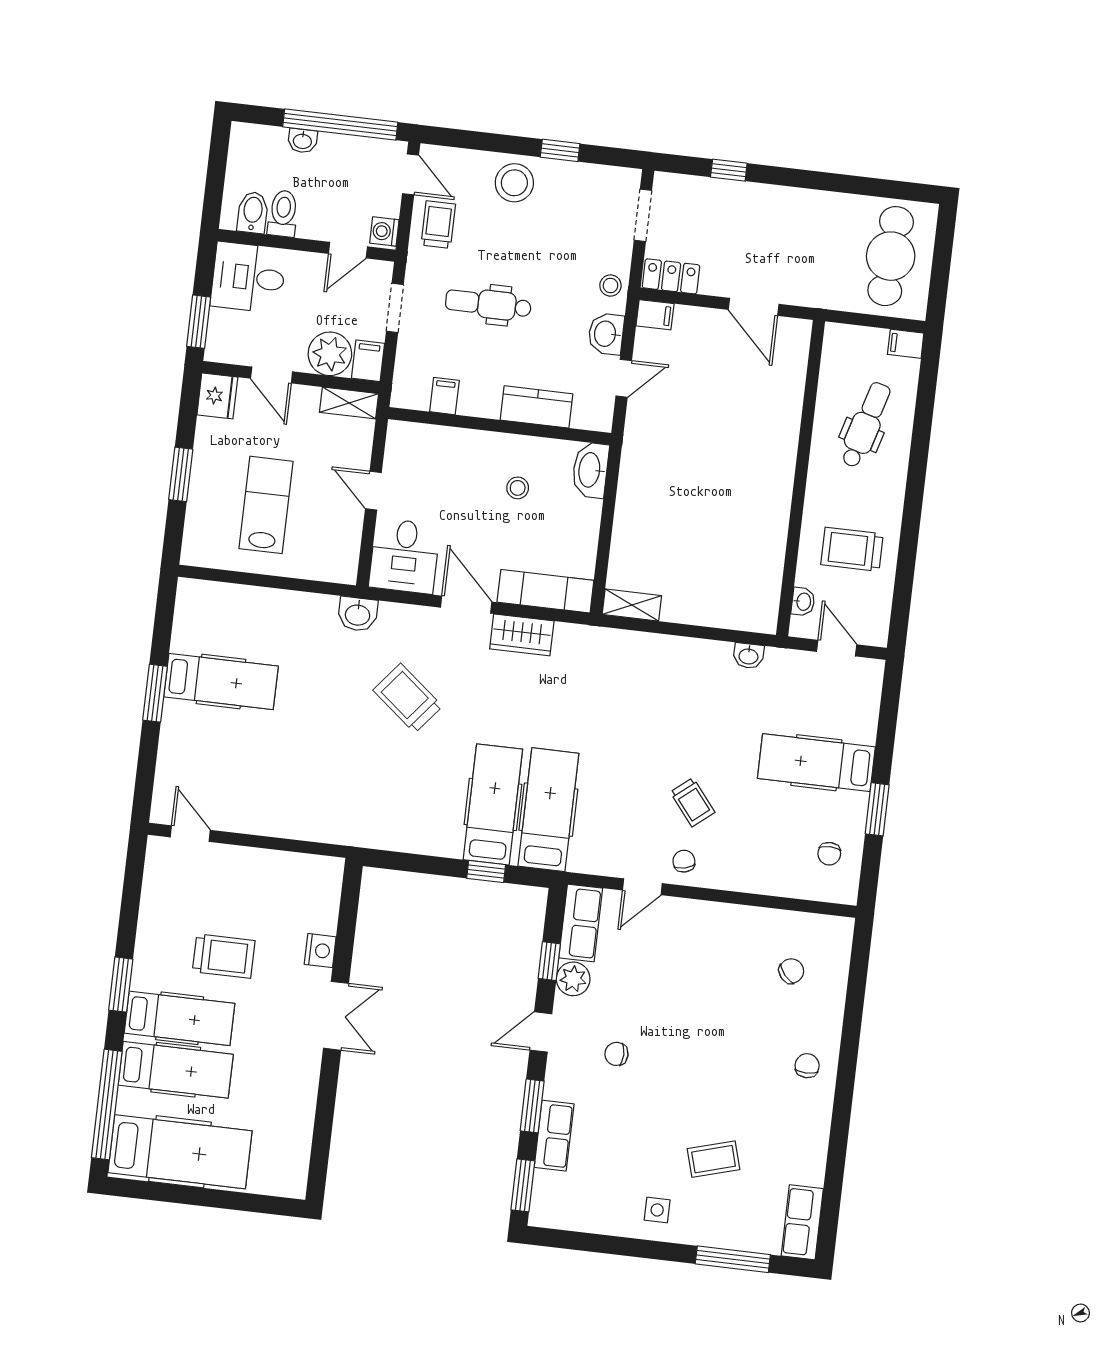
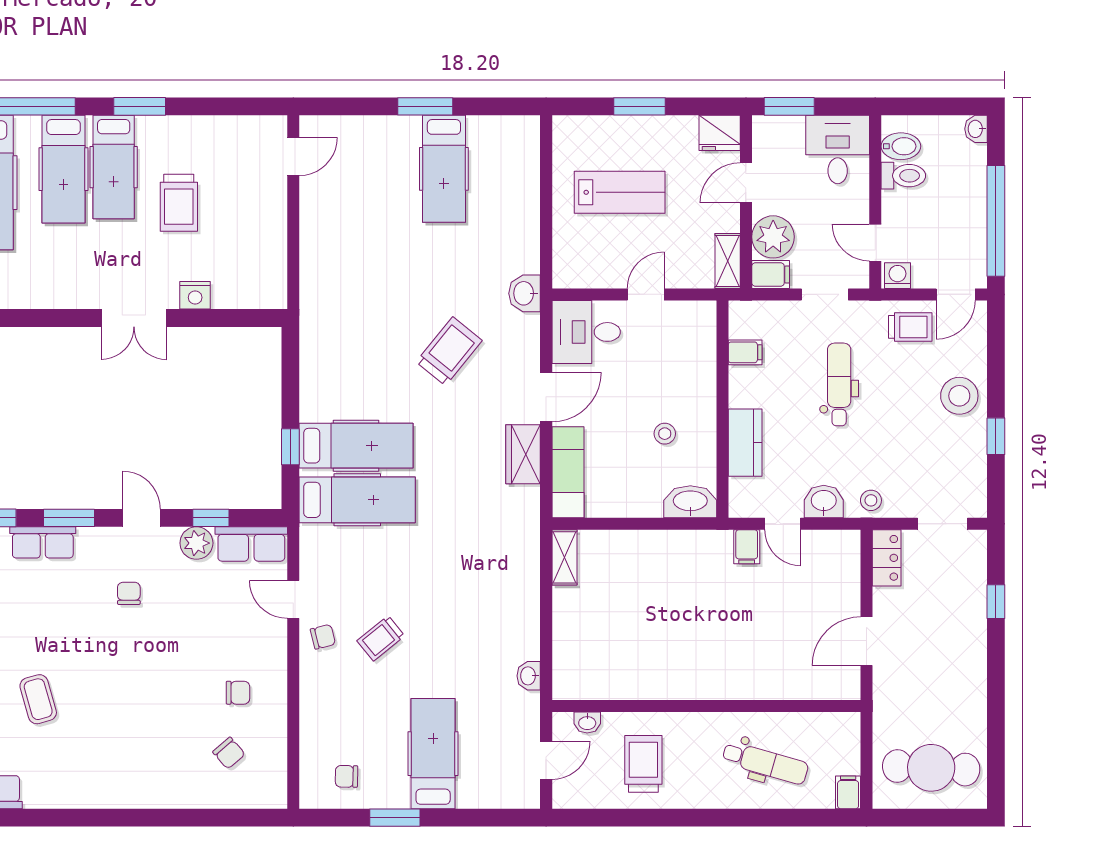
washbasin: (302, 141) -> (976, 129), moved
filing cabinet: (655, 315) -> (747, 547), moved
chair: (807, 1066) -> (238, 693), moved

